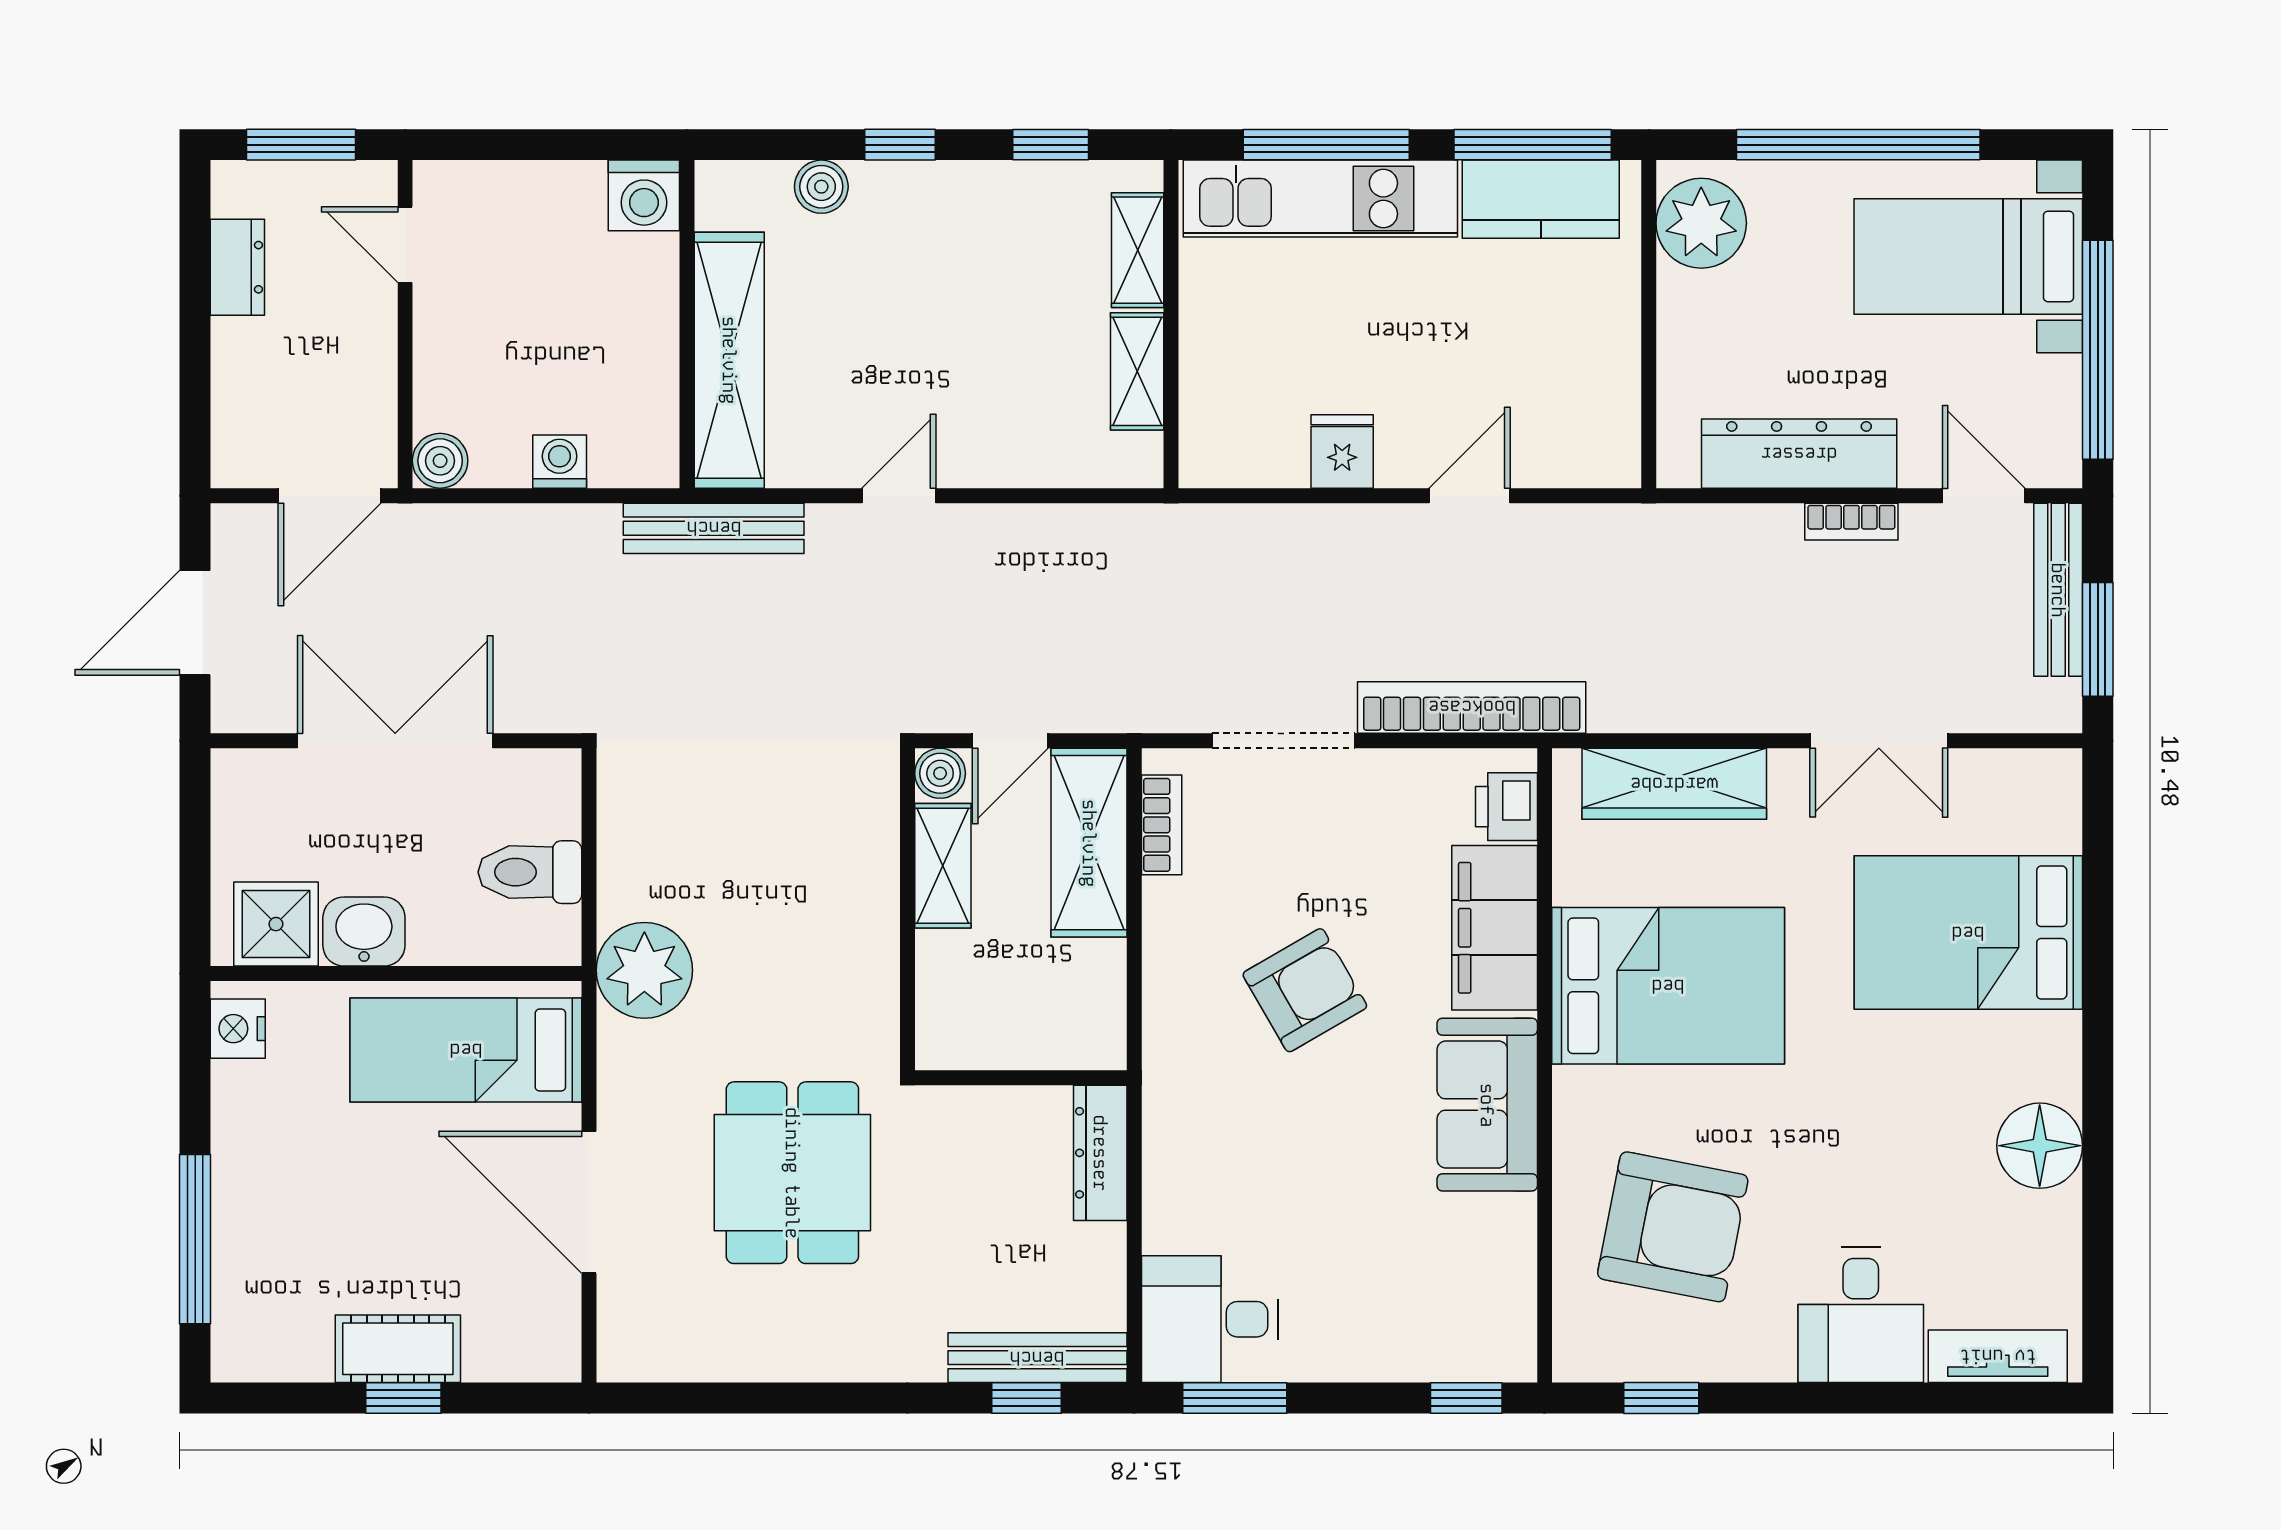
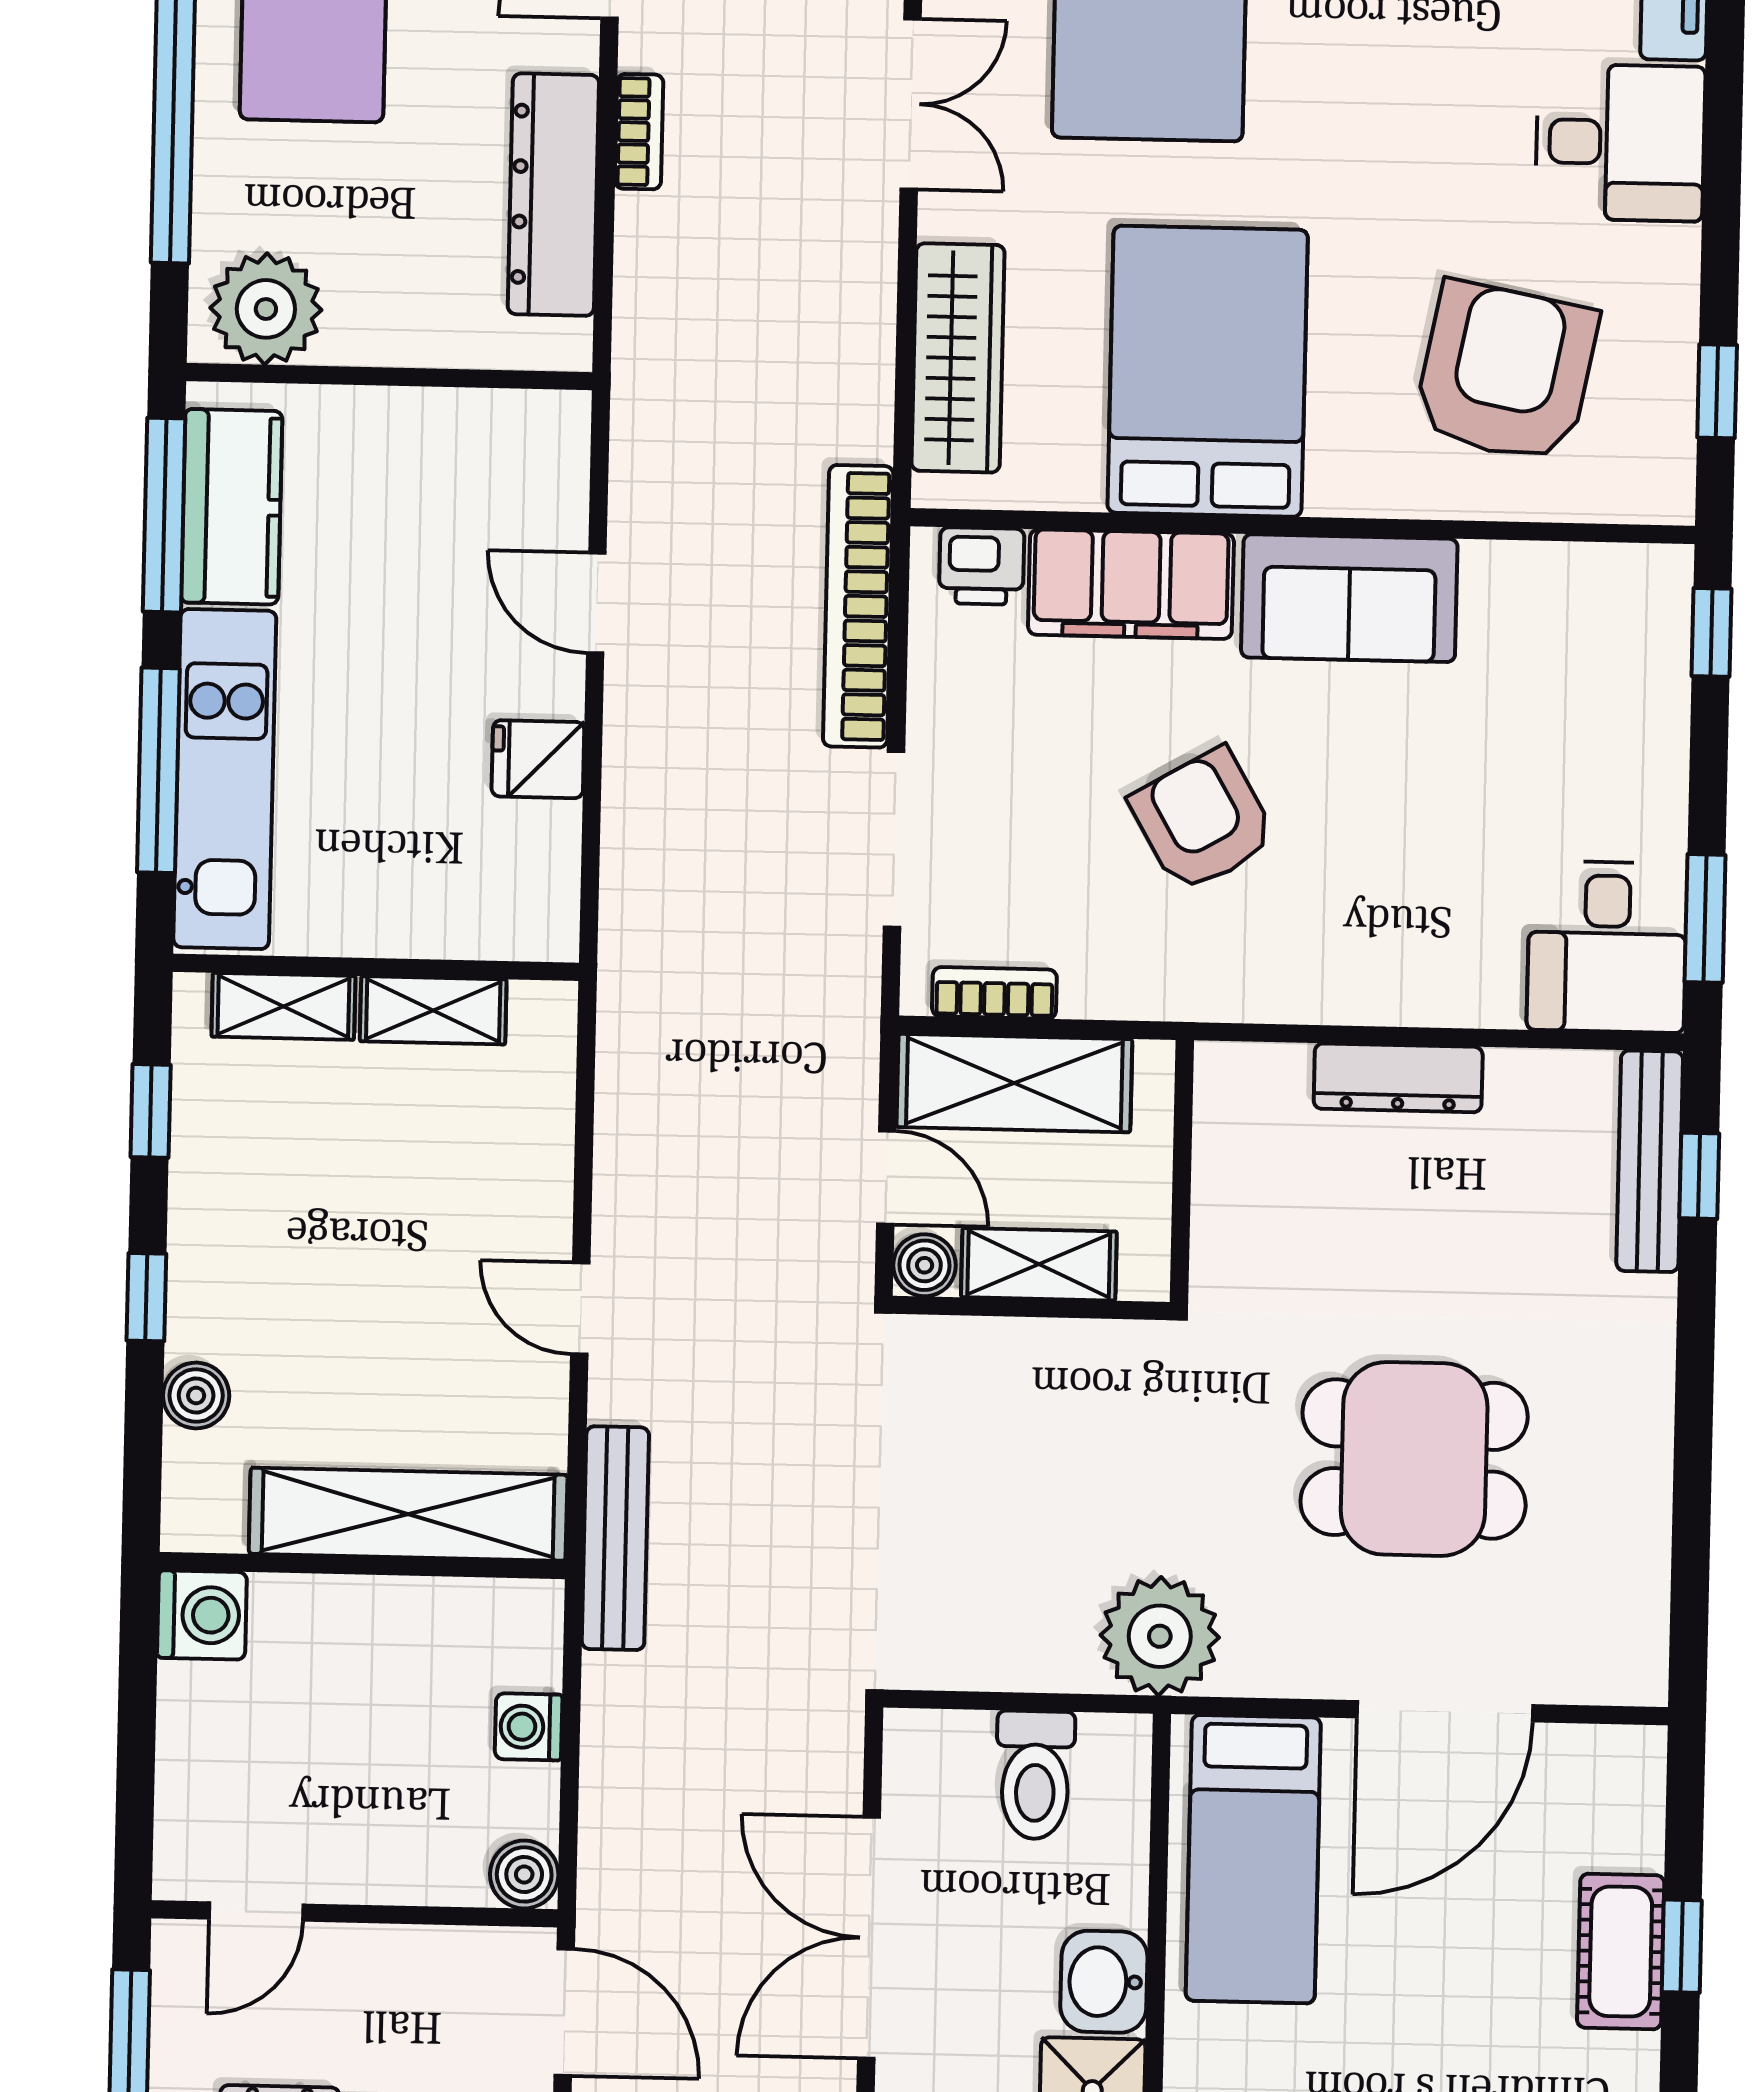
wall: (1021, 1078) -> (1182, 1171), moved

